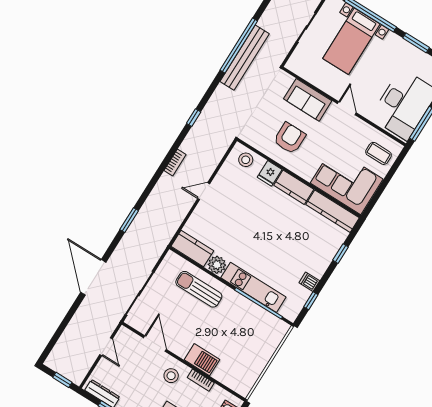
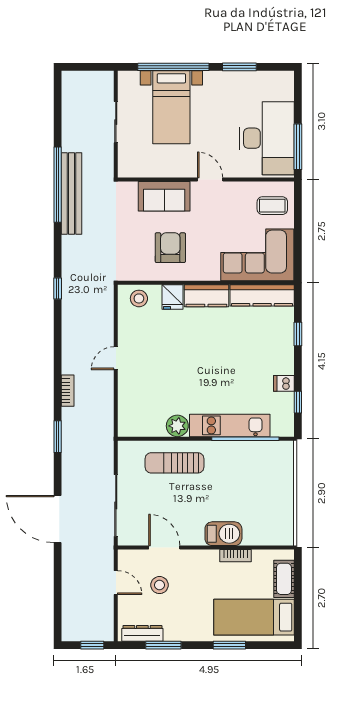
bookcase: (175, 163) -> (68, 391), moved
kitchen counter: (192, 249) -> (141, 425), removed
stool: (171, 376) -> (159, 585), moved

